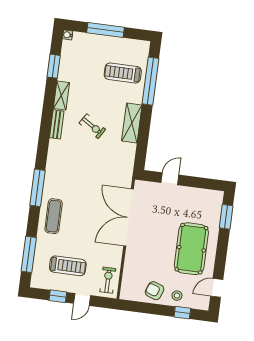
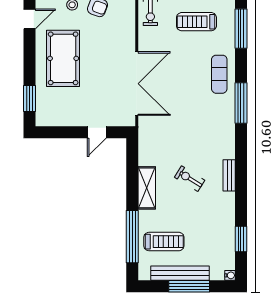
bench: (112, 43) -> (180, 273), added
shelving: (61, 96) -> (228, 208), removed

